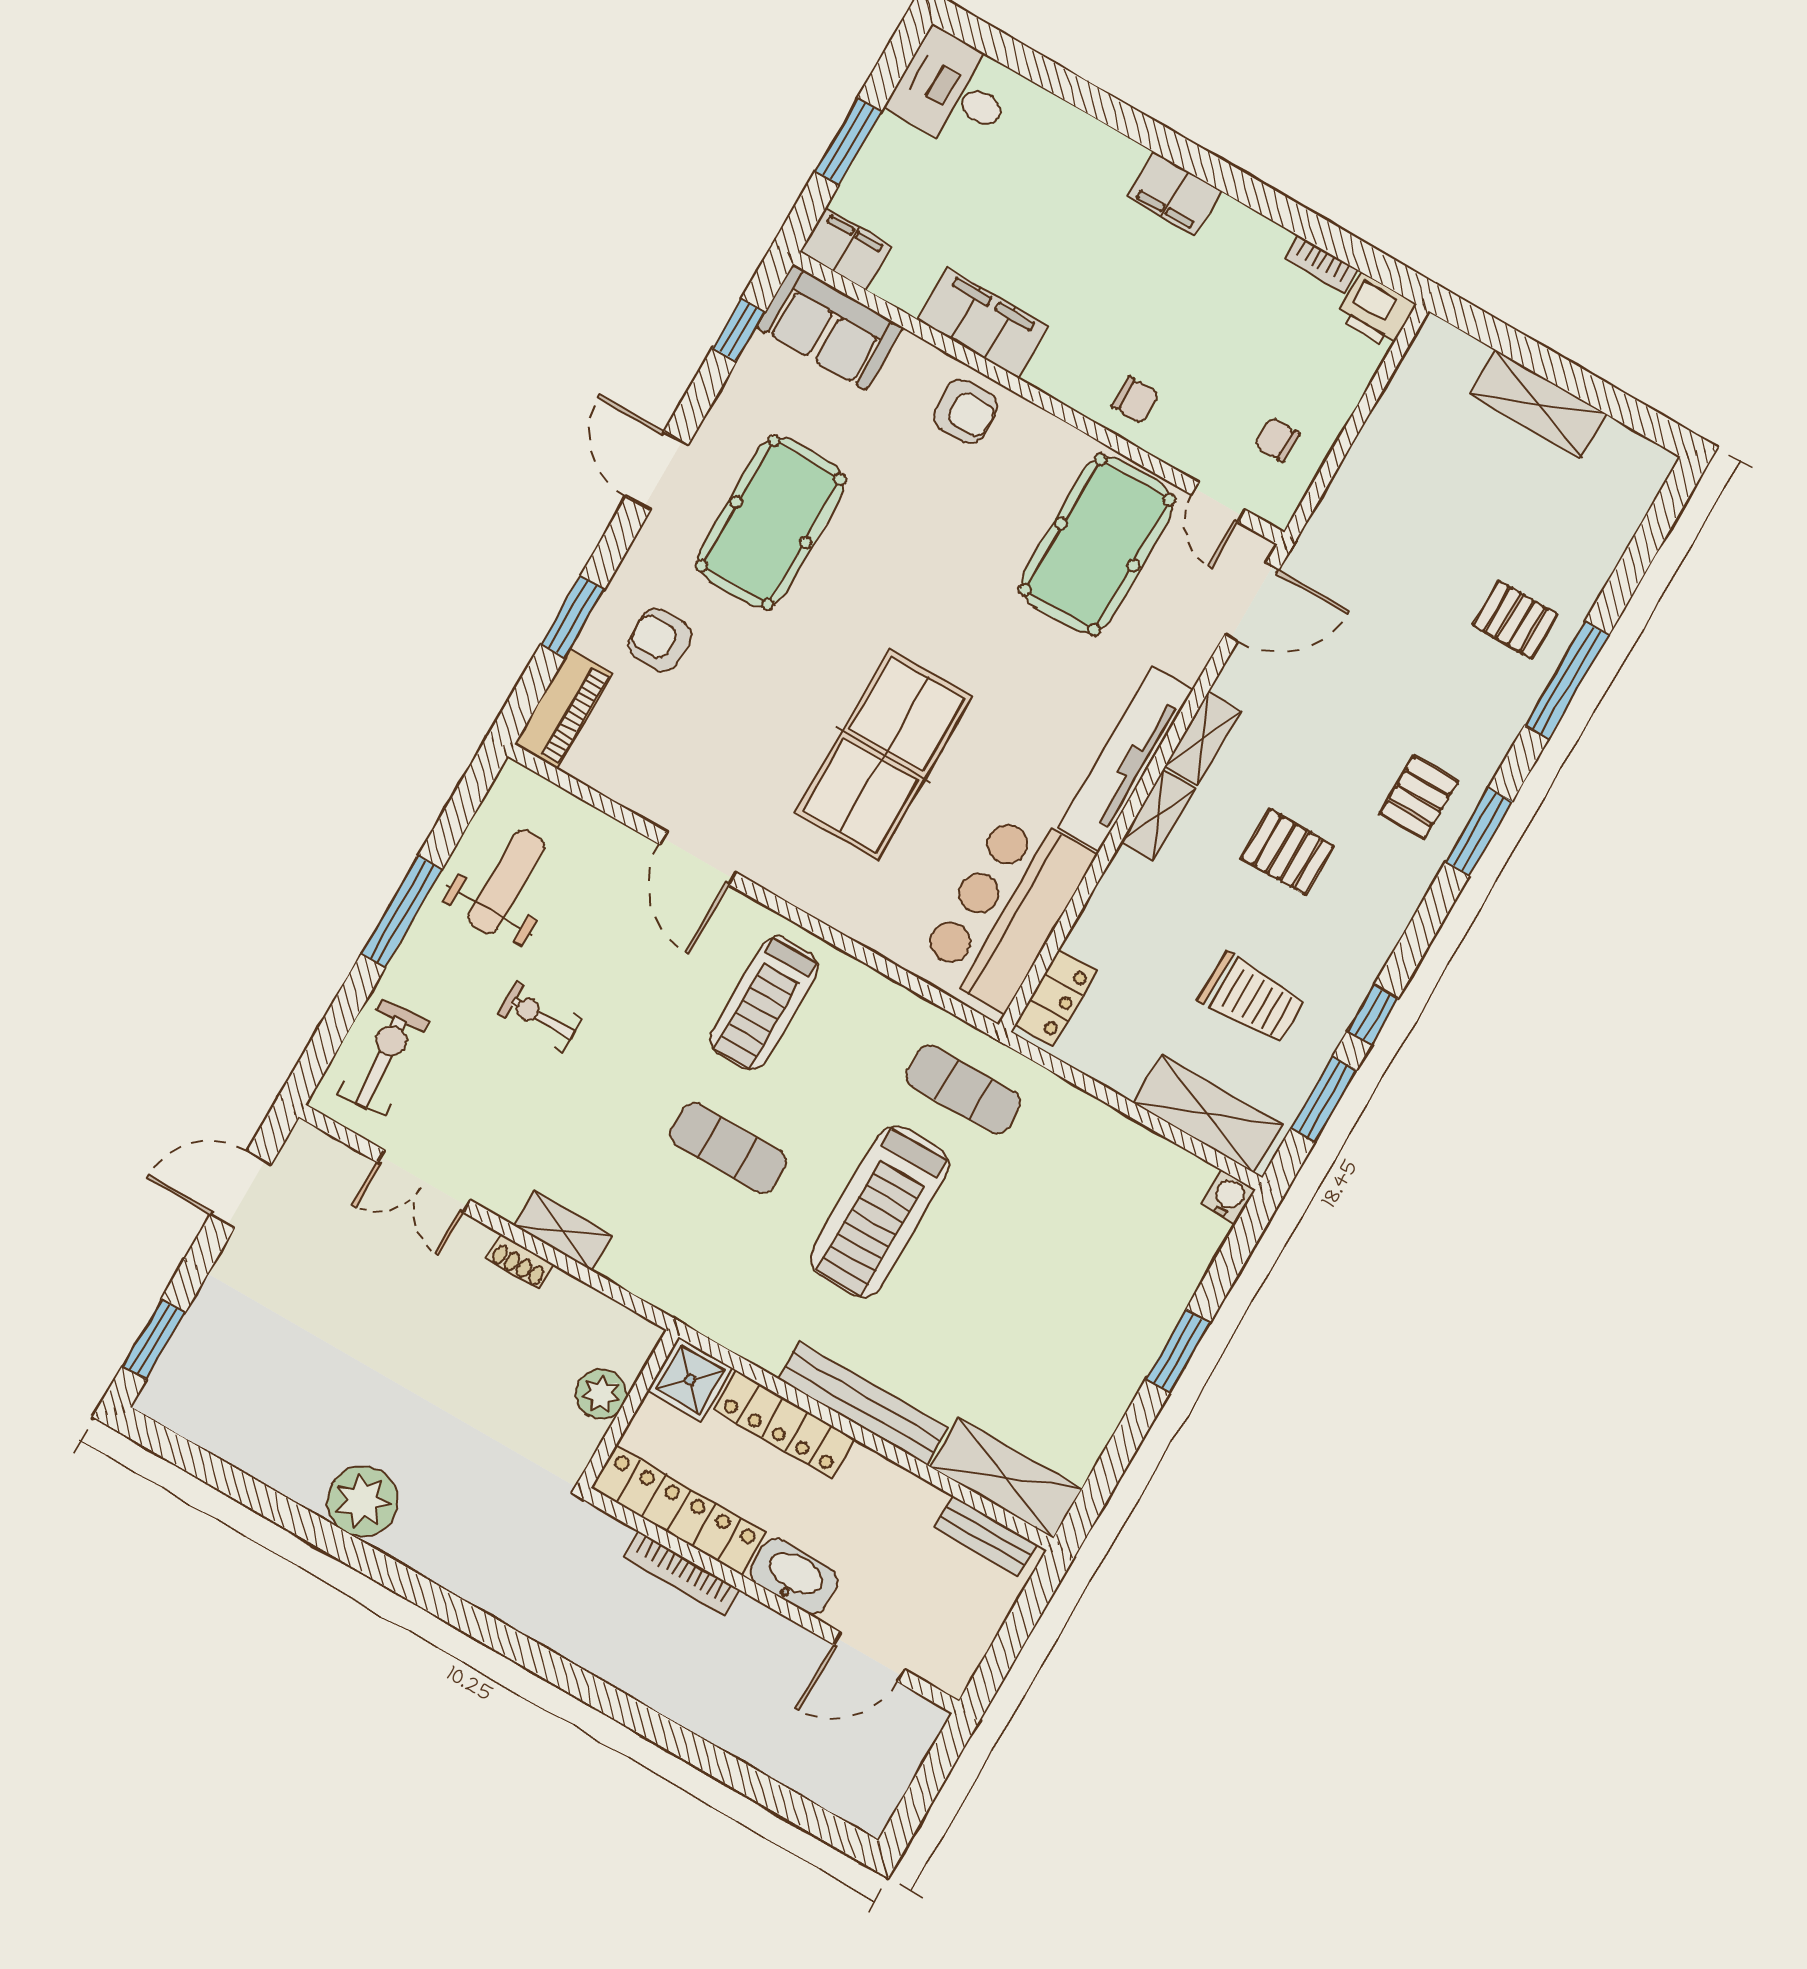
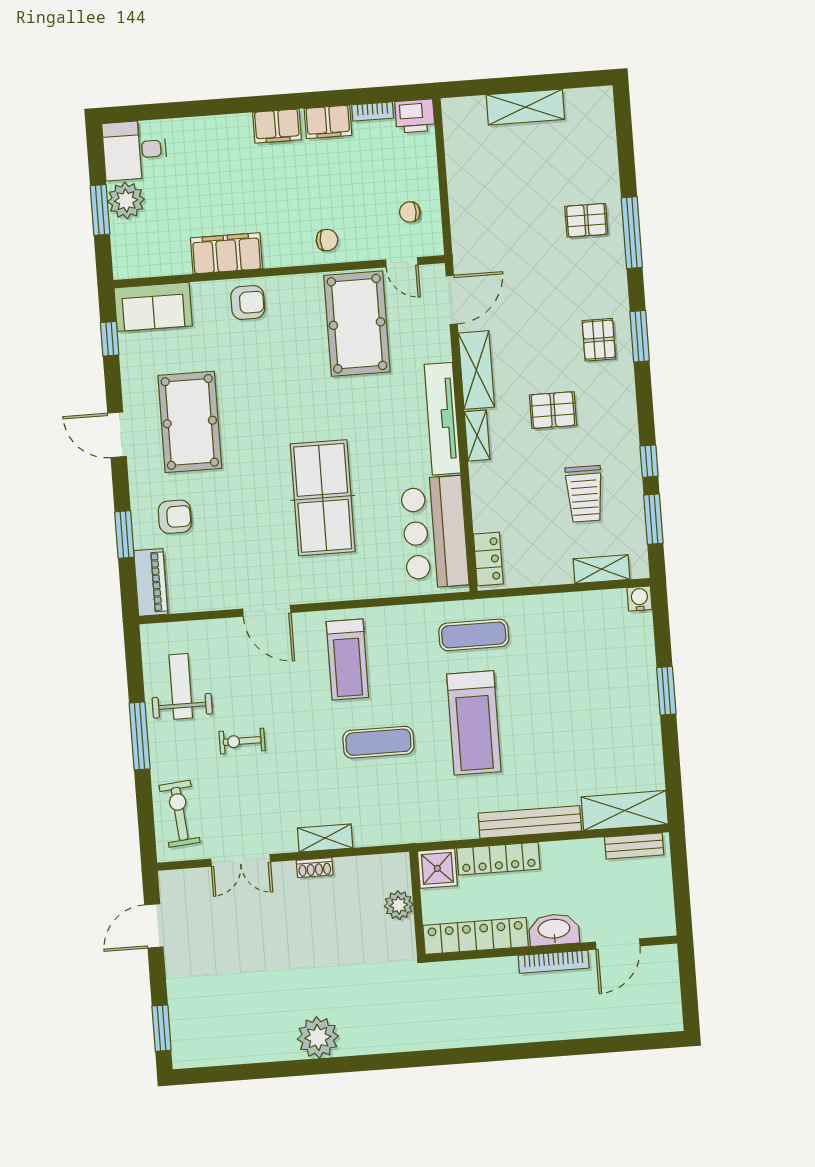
plant: (893, 153) -> (126, 200), added
filing cabinet: (846, 249) -> (328, 122), moved, turned 180
armchair: (660, 640) -> (175, 517), turned 180
shelving: (1203, 739) -> (476, 370), width x1.50, depth x1.33
trolley: (1252, 999) -> (585, 494), turned 90
shelving: (1207, 1114) -> (601, 569), width x0.67, depth x0.75
bookcase: (682, 1574) -> (554, 962), moved

